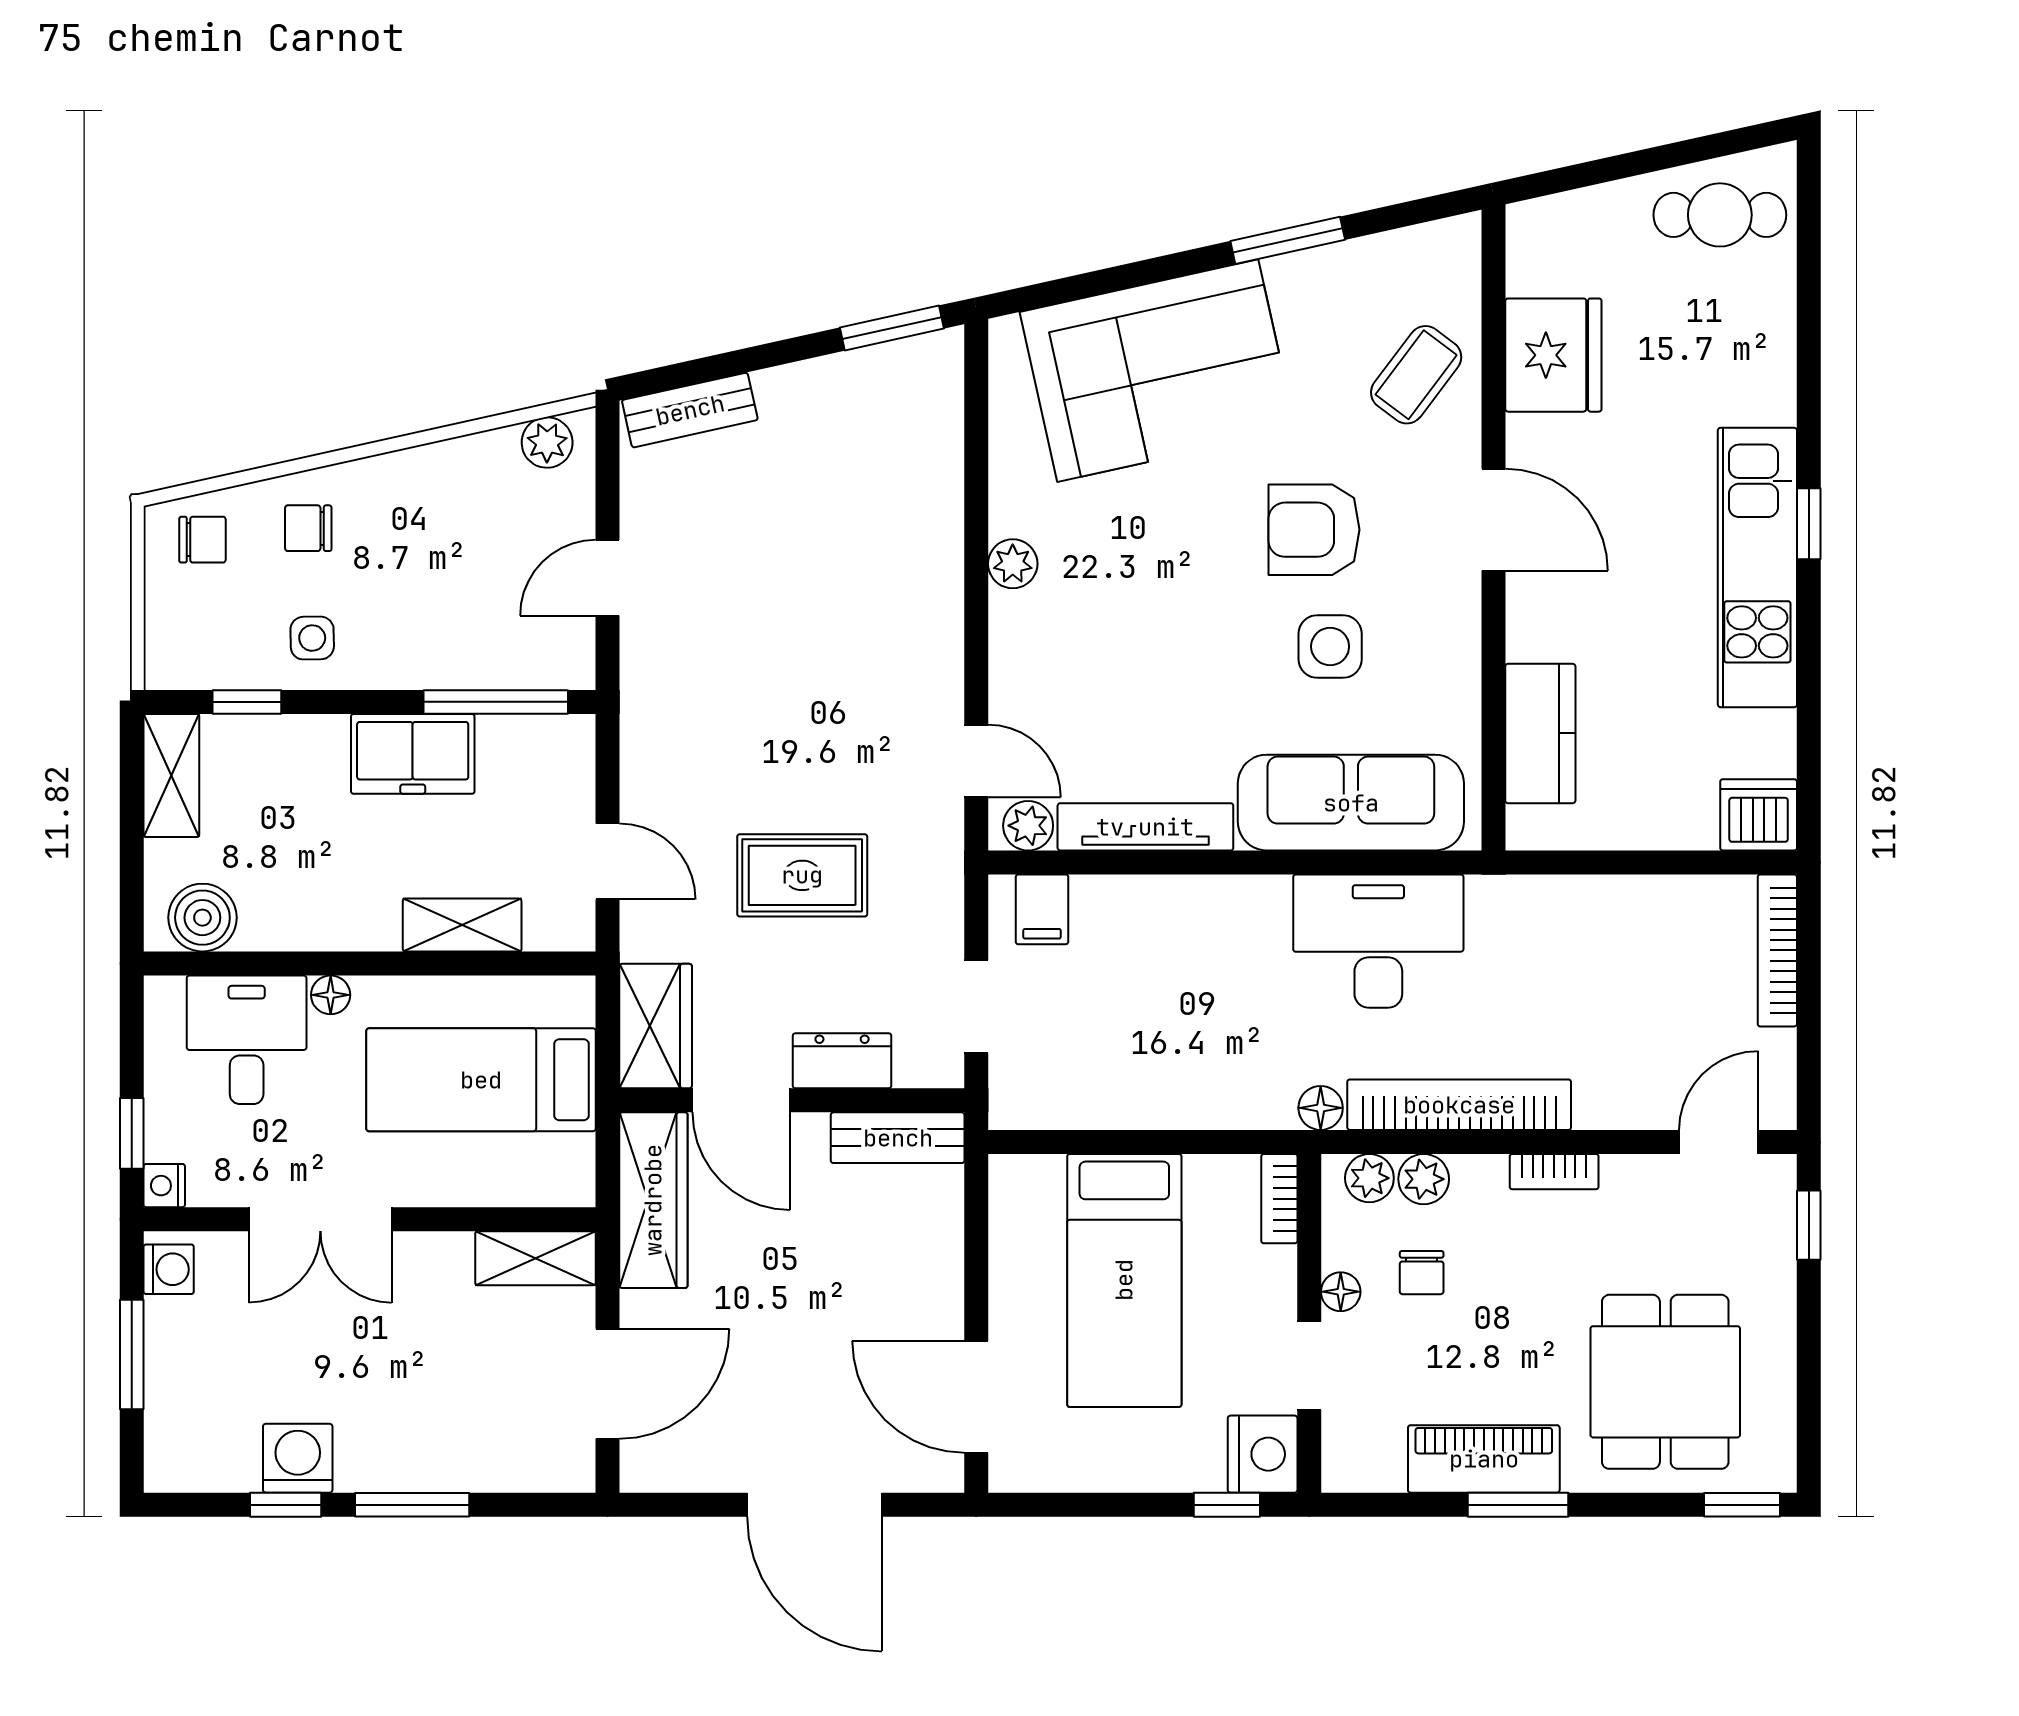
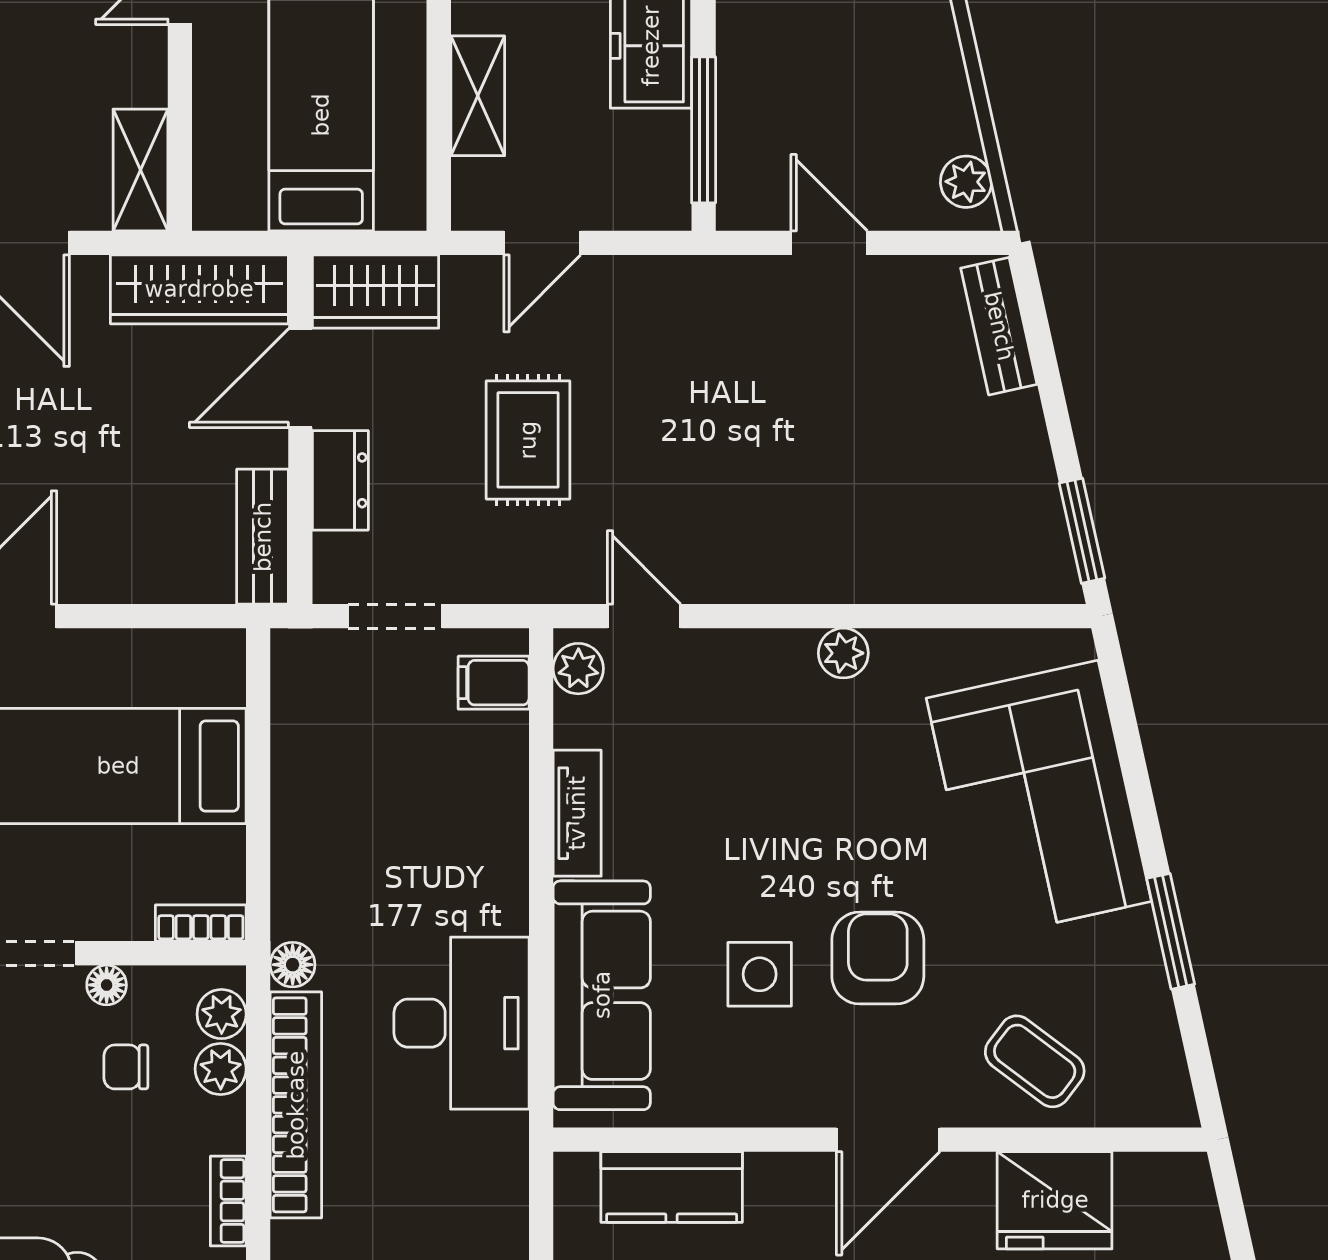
door: (976, 761) -> (644, 616), swing flipped
tv unit: (1145, 827) -> (577, 813), width x0.71

